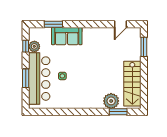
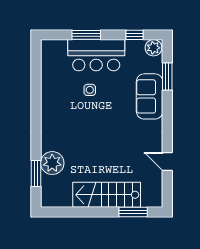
door: (120, 24) -> (167, 161), moved
plant: (34, 46) -> (153, 48), moved
bar counter: (39, 79) -> (96, 55), width x0.73
stairs: (132, 84) -> (107, 195), moved

